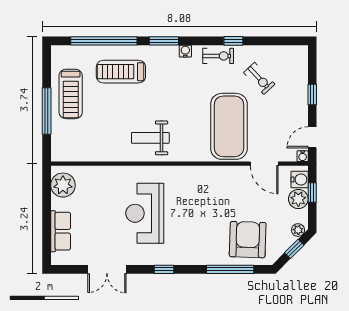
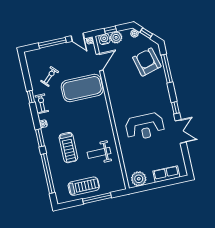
treadmill: (121, 72) -> (68, 148), moved
window: (312, 95) -> (52, 43), width x2.17
weight bench: (150, 138) -> (99, 153), moved, turned 90
armchair: (248, 240) -> (147, 62), turned 73
double door: (107, 269) -> (181, 131), moved

